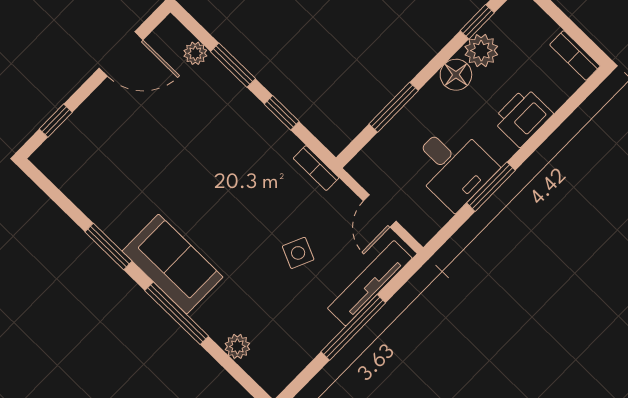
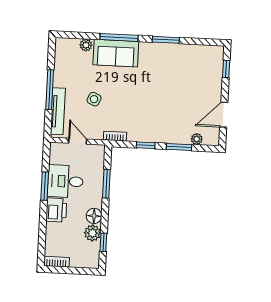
printer: (523, 117) -> (56, 210), moved
sofa: (173, 264) -> (116, 53), moved

